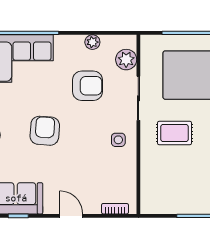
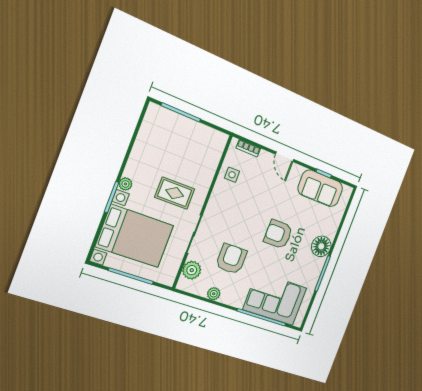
armchair: (87, 86) -> (231, 259), turned 90
armchair: (45, 131) -> (278, 234), turned 86
side table: (118, 140) -> (232, 175), moved

